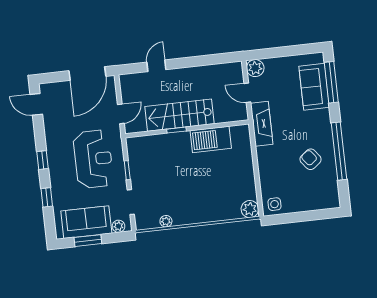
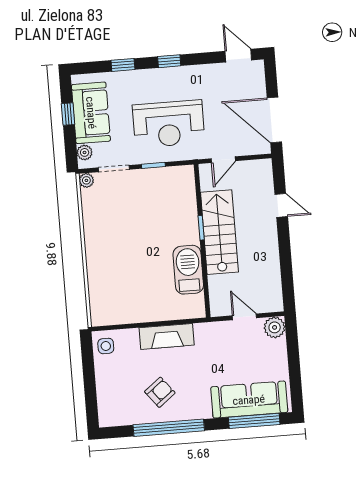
sofa: (314, 87) -> (249, 400), width x1.36
door: (247, 93) -> (244, 317), hinge flipped
door: (36, 104) -> (238, 56), hinge flipped
door: (121, 114) -> (223, 160), hinge flipped
fireplace: (262, 124) -> (167, 336), moved
plant: (250, 209) -> (101, 315), removed
plant: (166, 221) -> (86, 180), moved
window: (88, 241) -> (68, 114), width x0.67

